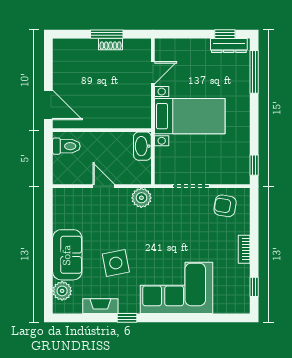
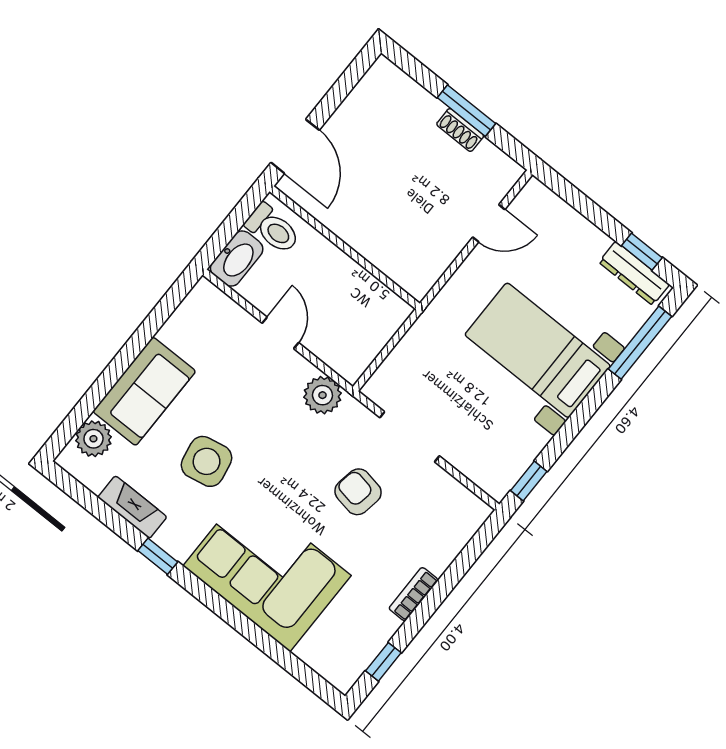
bed with nightstands: (190, 116) -> (538, 350), moved, turned 180
washbasin: (142, 146) -> (237, 259), moved, turned 180
armchair: (225, 206) -> (358, 492), moved

